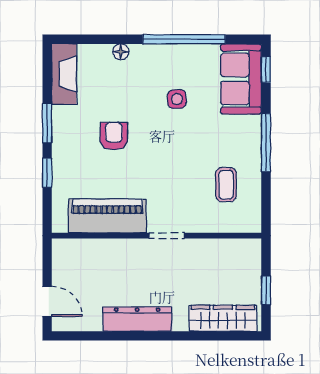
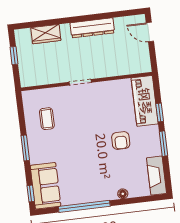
side table: (177, 99) -> (84, 168), removed
window: (266, 143) -> (25, 148), width x0.69
piano: (107, 216) -> (145, 101), moved, turned 90
wardrobe: (223, 318) -> (46, 34), width x0.67

